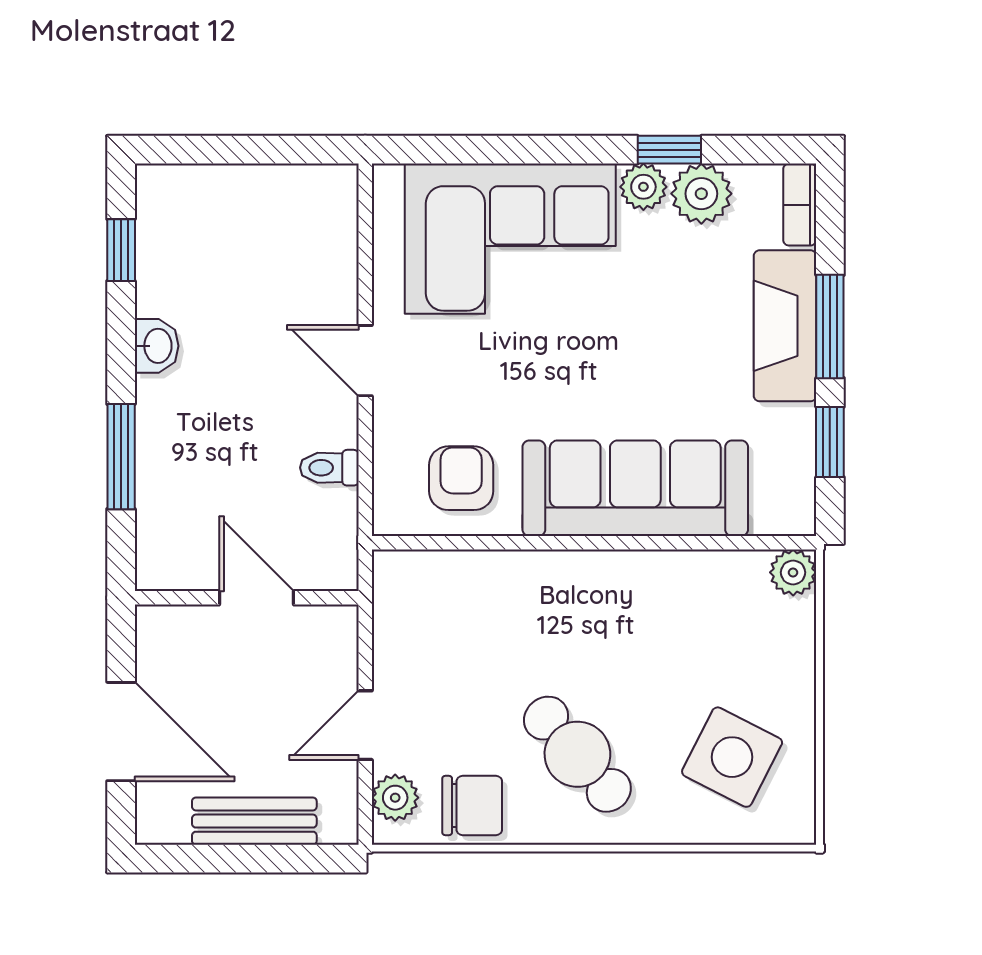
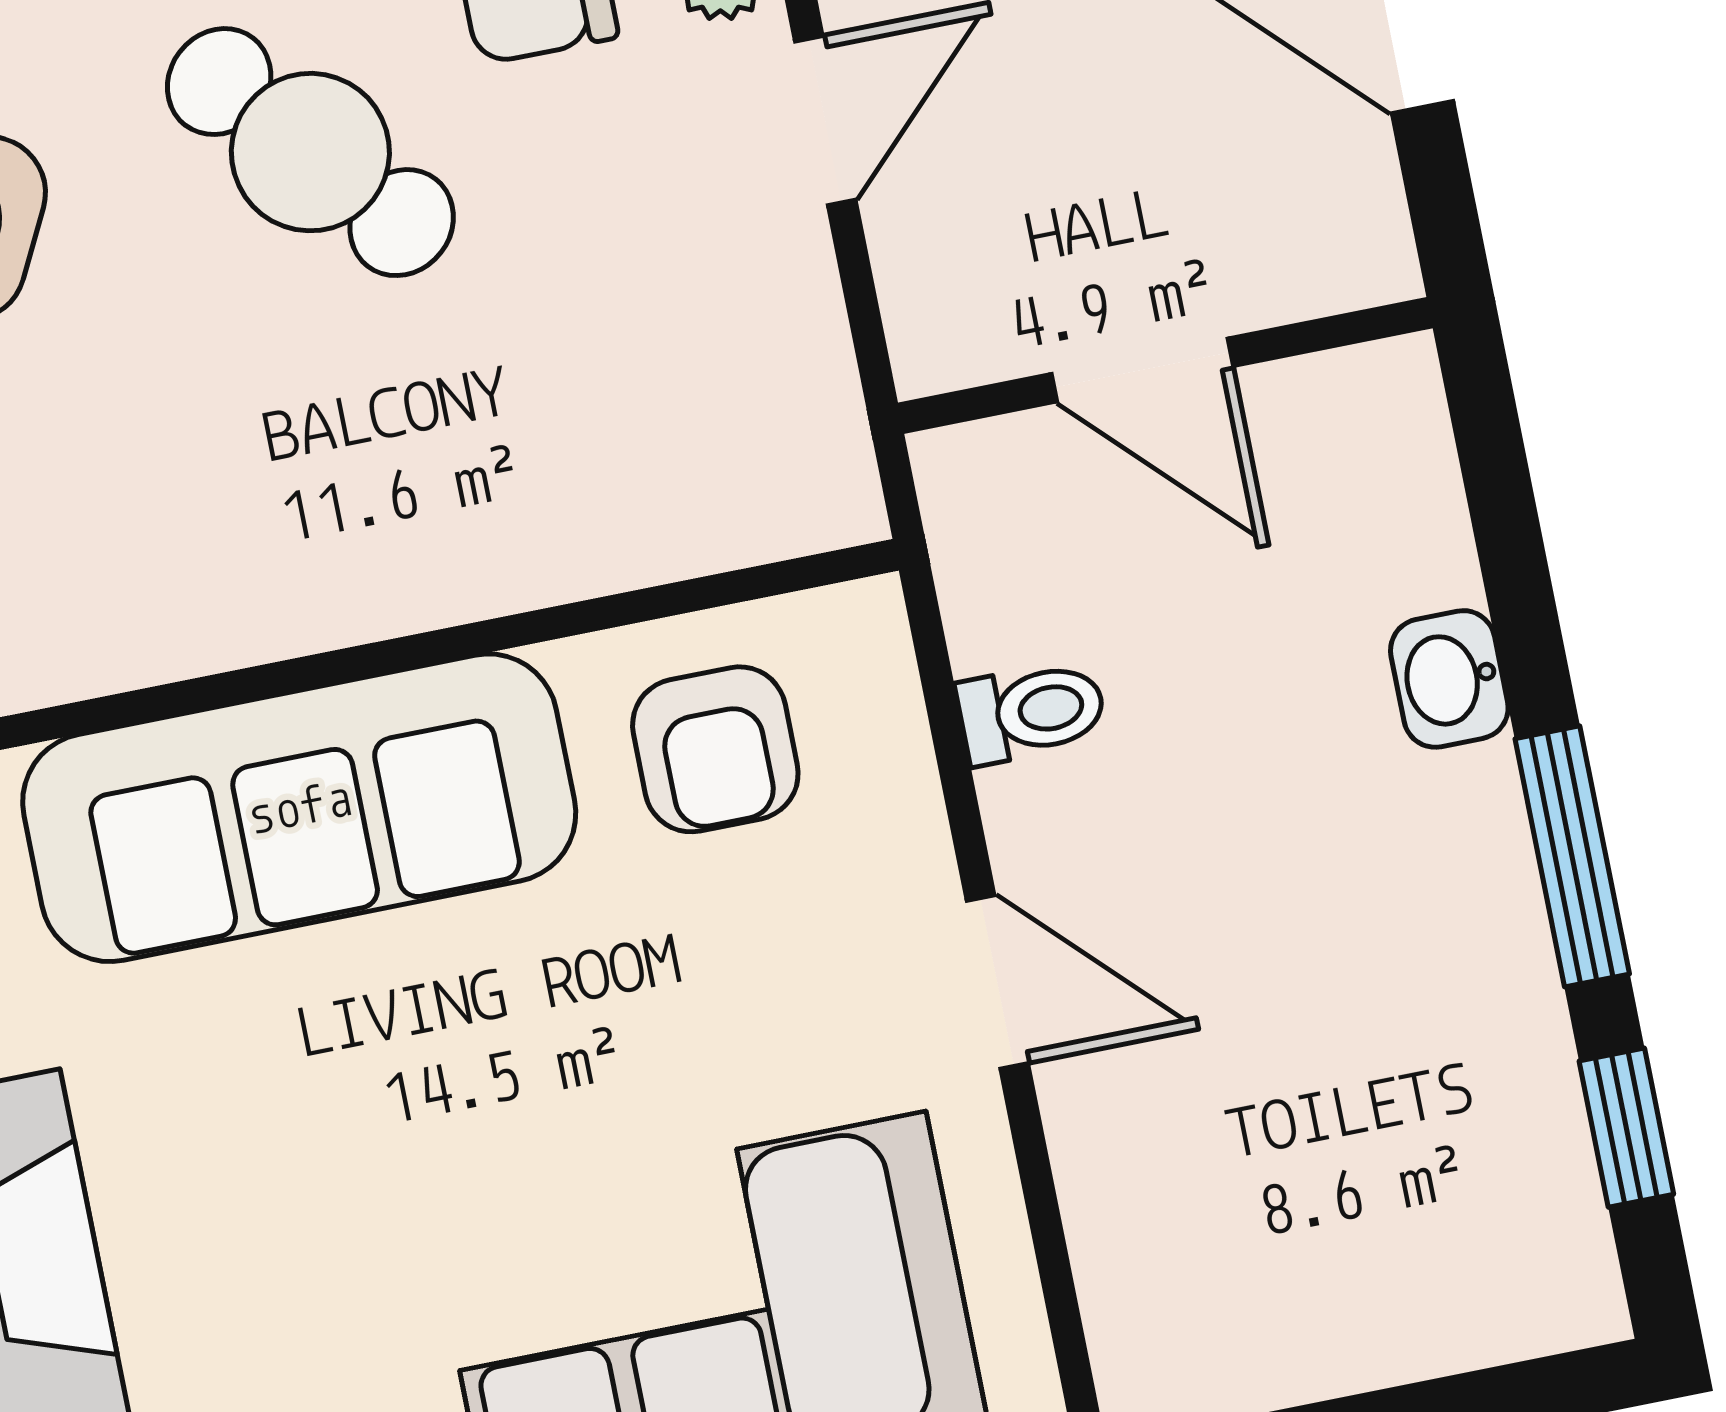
washbasin: (157, 346) -> (1449, 679), moved
window: (121, 457) -> (1572, 856), moved

